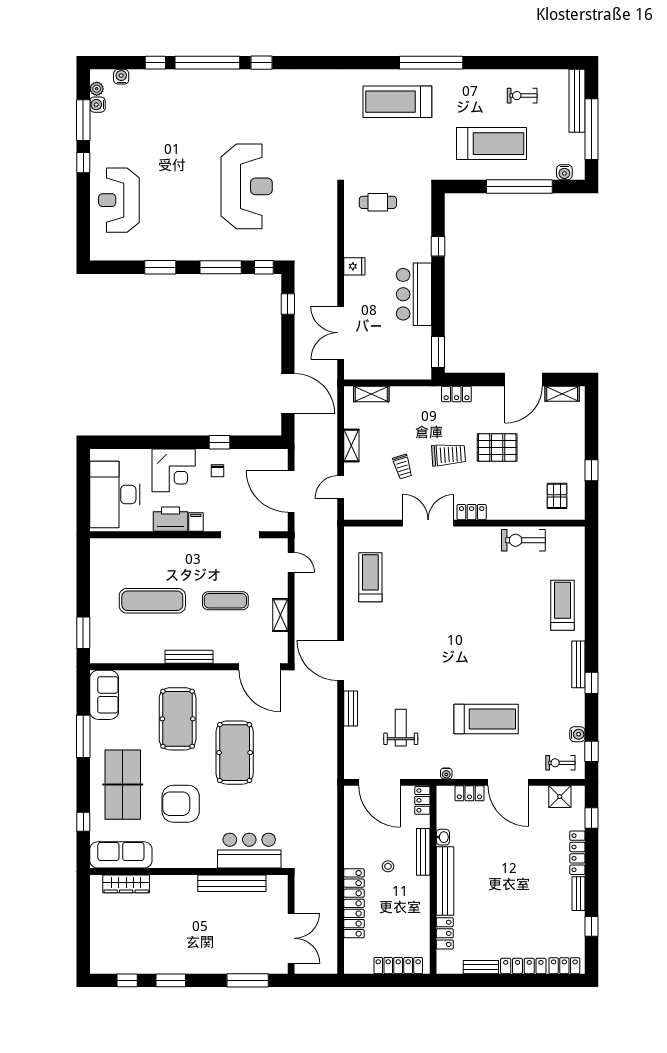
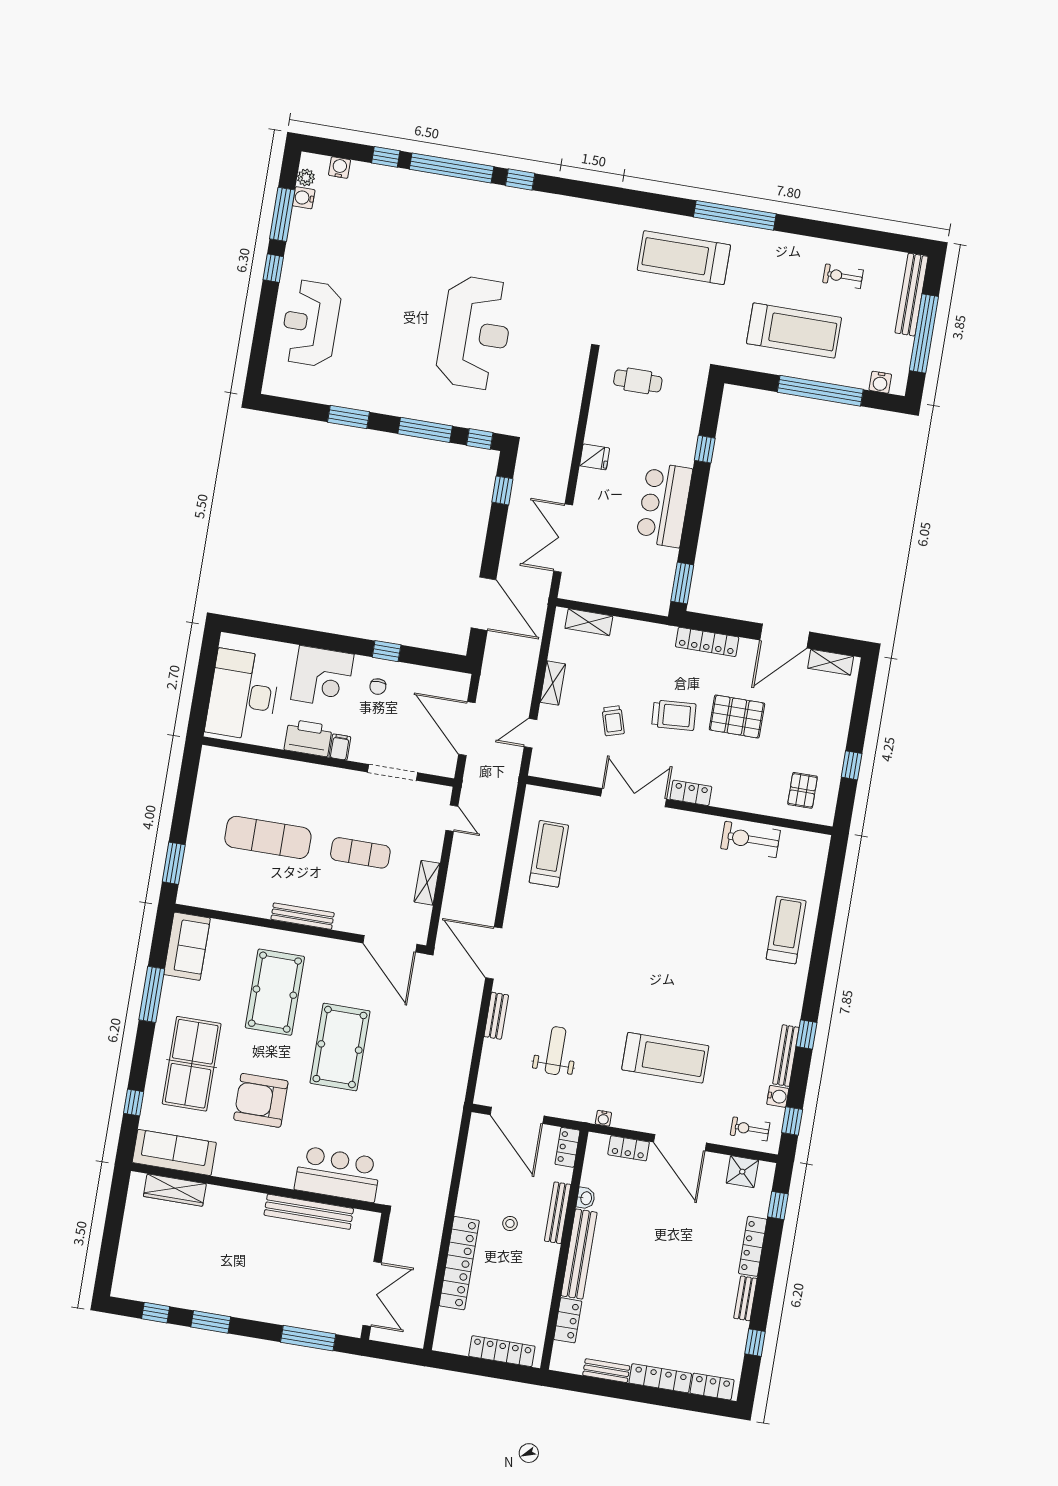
locker: (456, 394) -> (707, 642), width x1.53
bench: (578, 664) -> (786, 1056), moved

